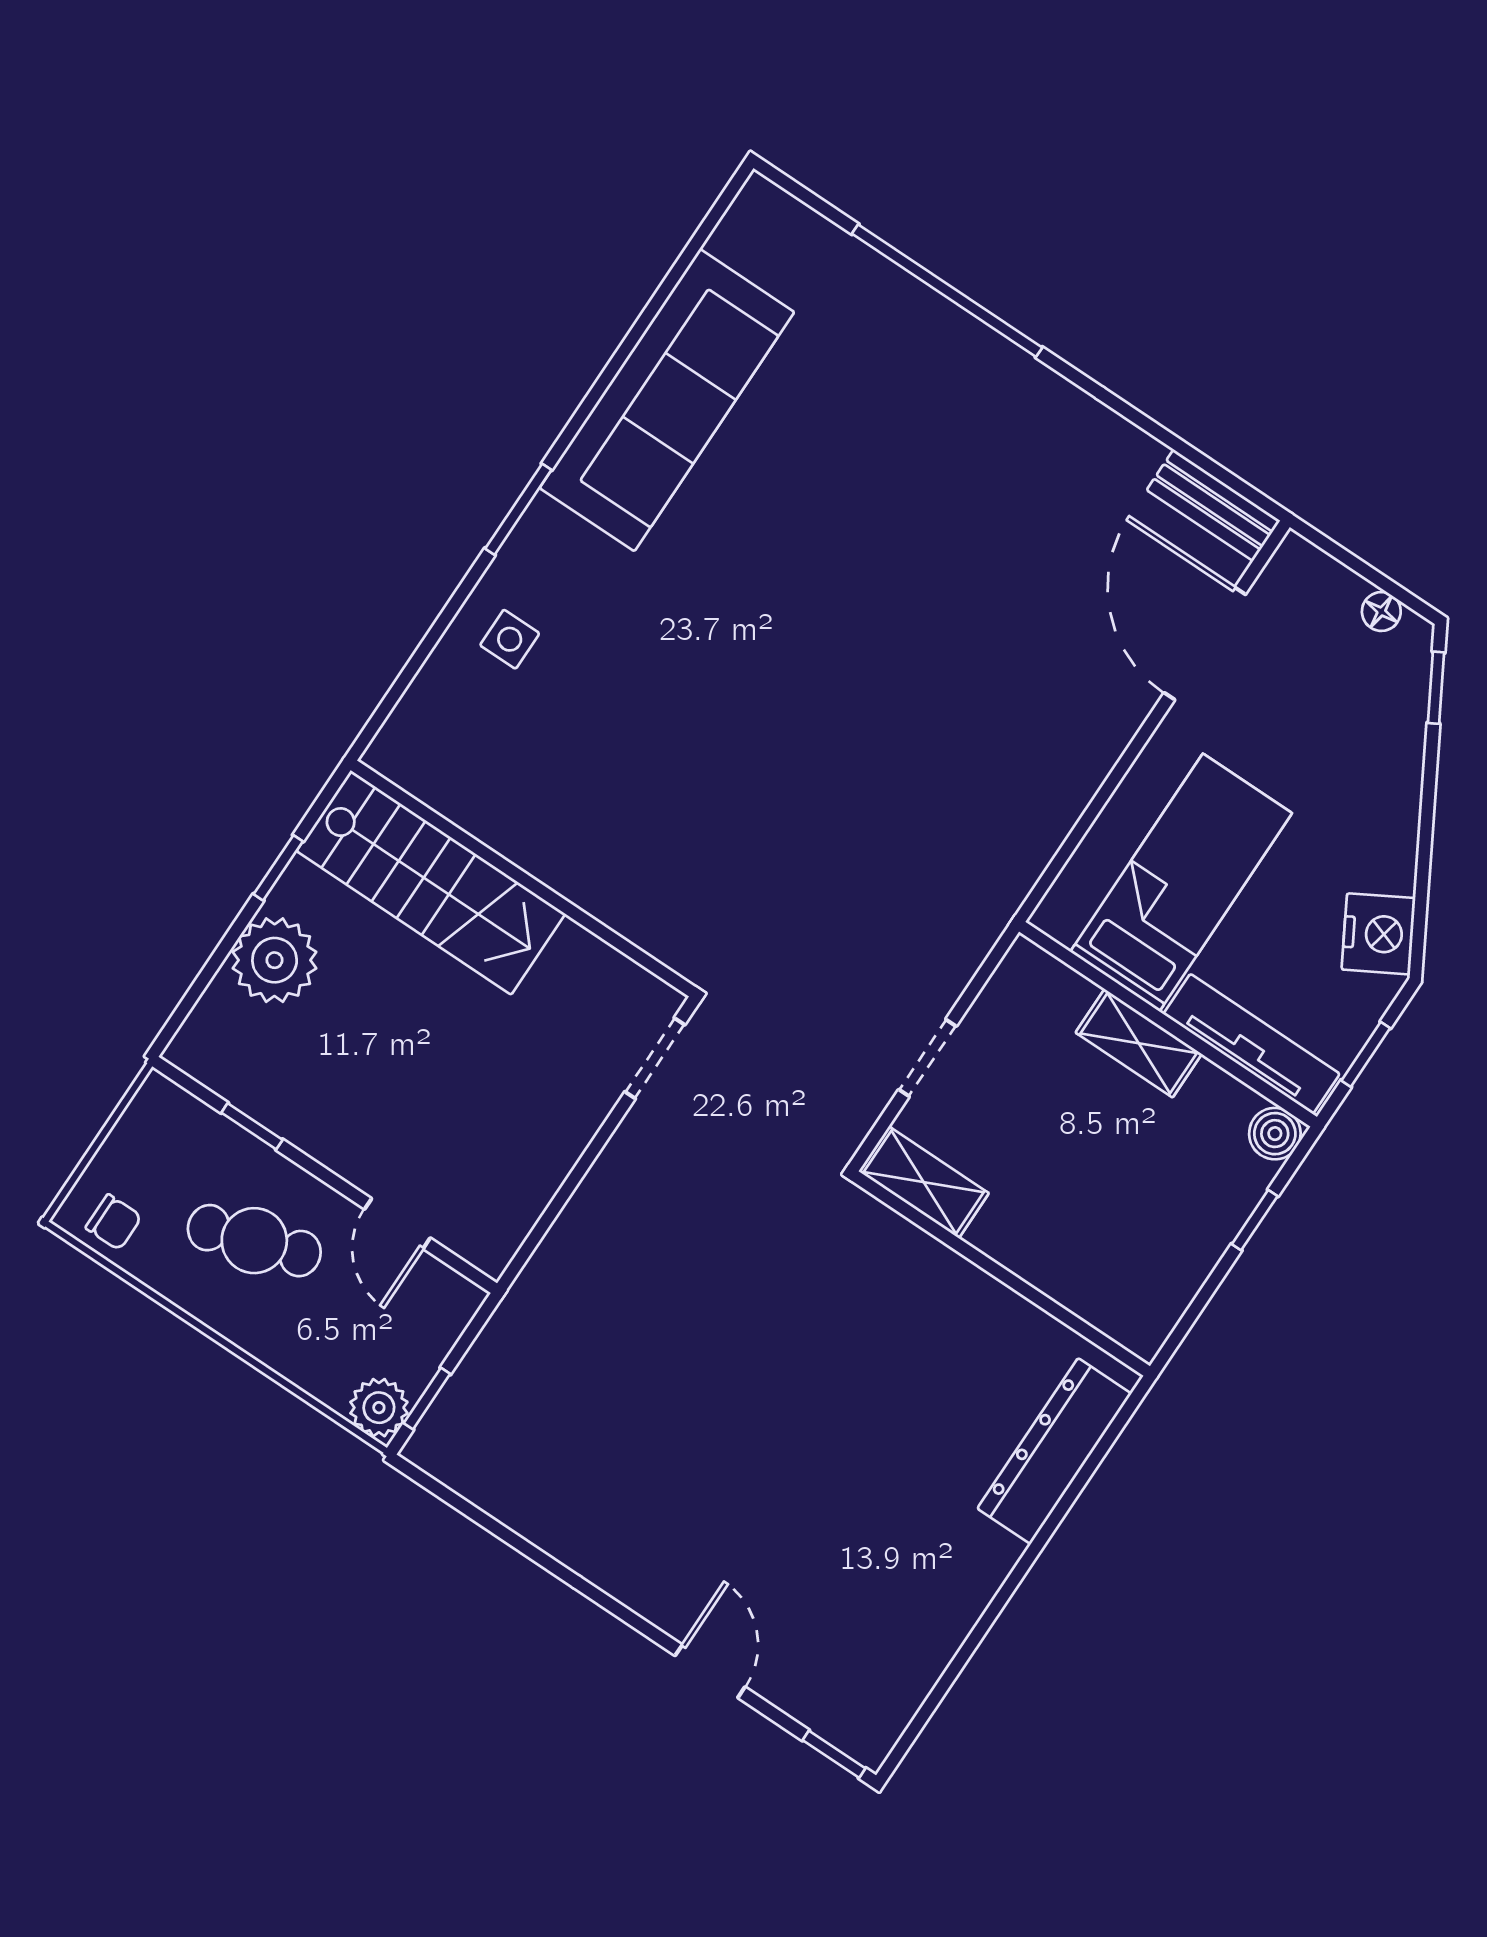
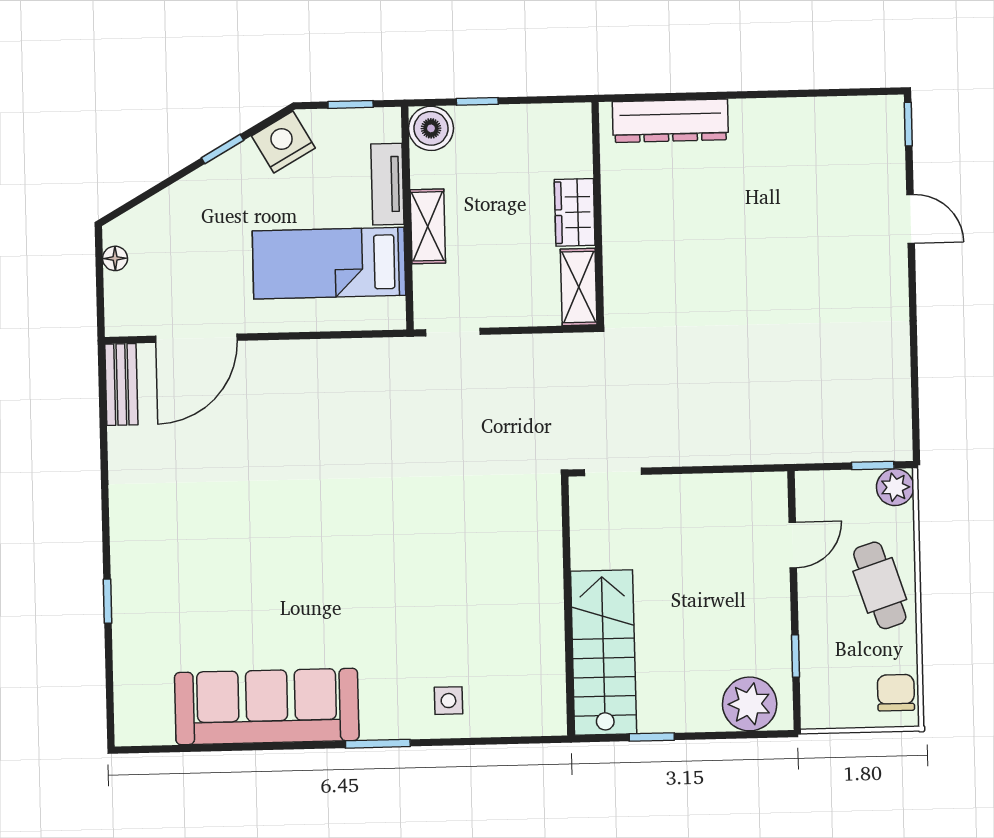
window: (947, 291) -> (108, 601), width x0.32
window: (1436, 688) -> (223, 149), moved
plant: (275, 960) -> (750, 704), moved
tv unit: (1251, 1044) -> (387, 184), width x0.71
doorway: (927, 1058) -> (453, 332), moved
boiler: (1275, 1134) -> (431, 128), width x1.36, depth x1.36
chair: (114, 1222) -> (896, 693), width x1.37, depth x1.37
cafe table: (254, 1241) -> (880, 585), moved
wardrobe: (1023, 1245) -> (575, 212), added
door: (710, 1671) -> (911, 219), swing flipped

